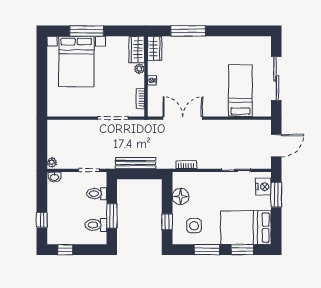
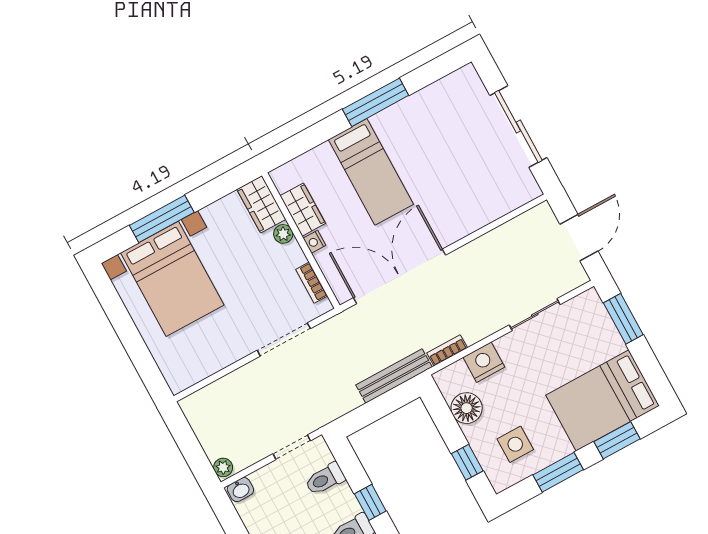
window: (188, 31) -> (376, 102), moved
wardrobe: (155, 48) -> (303, 210), moved
bed: (240, 91) -> (371, 172), moved, turned 180
double door: (183, 118) -> (400, 276), width x1.36
bench: (136, 163) -> (394, 376), moved
nightstand: (263, 187) -> (484, 362), moved, turned -90
window: (112, 216) -> (370, 502), width x0.67

